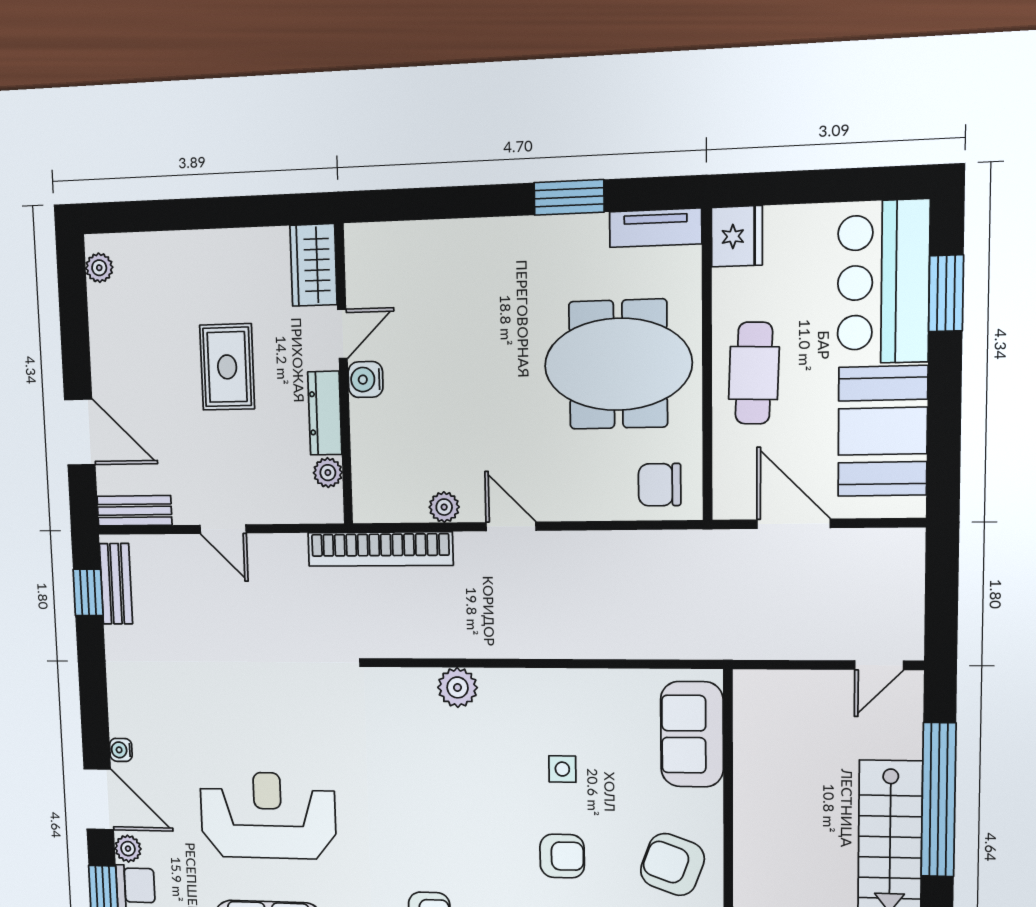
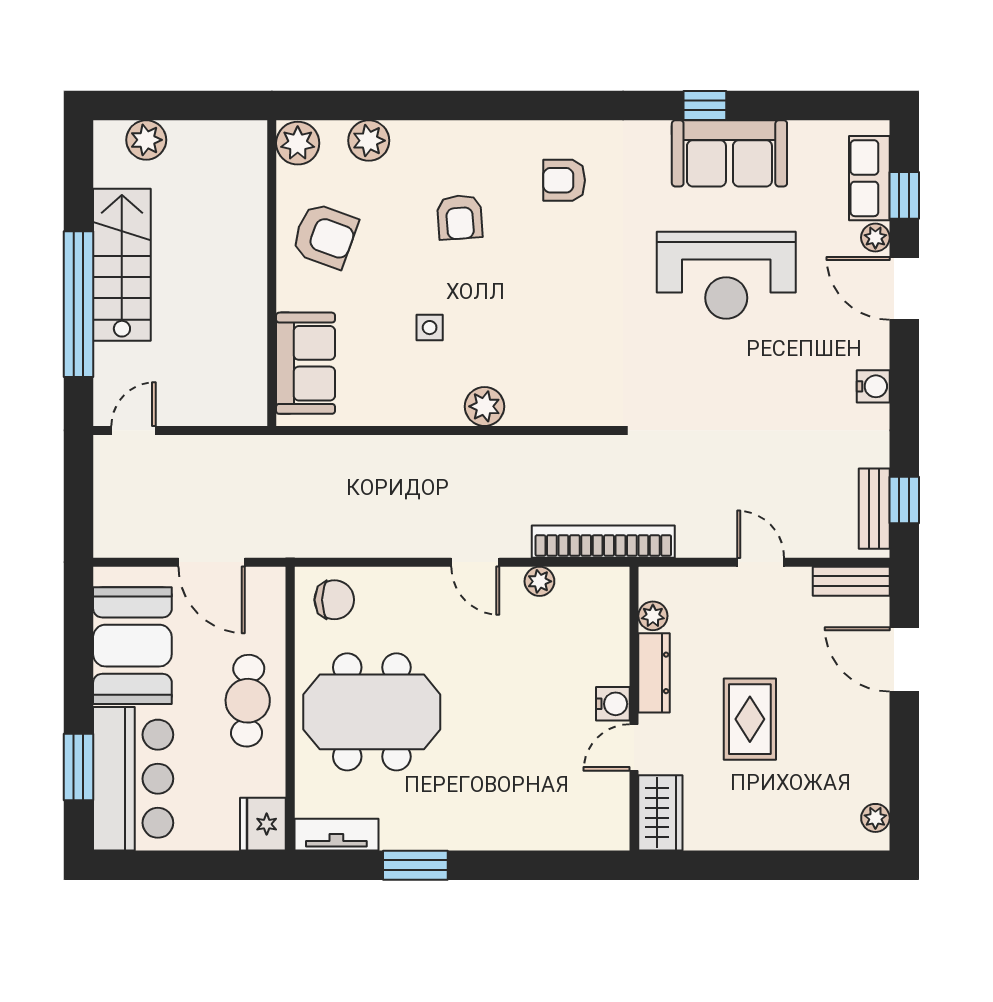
plant: (458, 687) -> (485, 406), moved
water cooler: (121, 750) -> (873, 386), moved, width x1.38, depth x1.38
armchair: (562, 856) -> (460, 217), moved, turned -94

